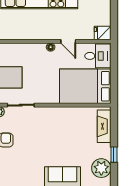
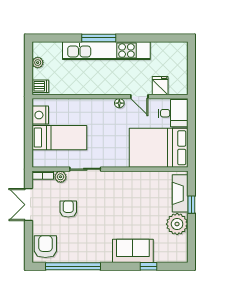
fridge: (103, 33) -> (160, 86), moved, turned 90
window: (114, 155) -> (191, 205), moved
plant: (101, 168) -> (177, 224), moved

